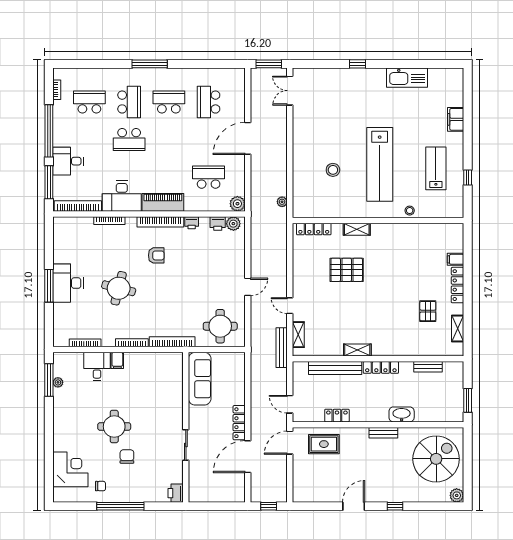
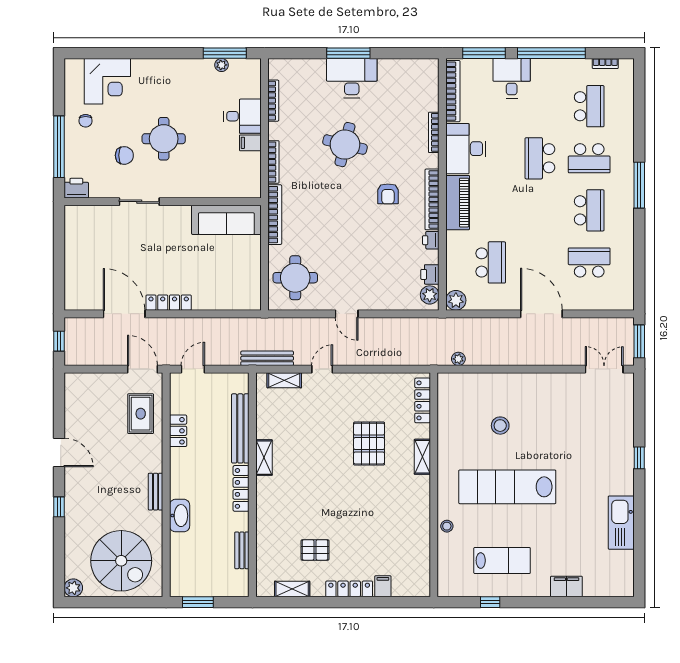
sofa: (200, 379) -> (226, 220), moved
wall: (186, 427) -> (163, 202), moved
sliding door: (186, 445) -> (139, 202), moved
printer: (176, 493) -> (76, 188), moved

